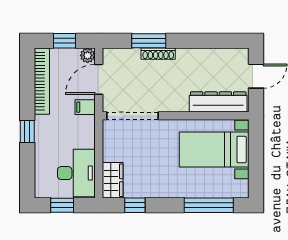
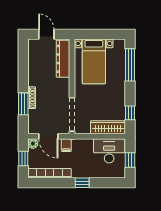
wardrobe: (113, 180) -> (108, 127), width x1.50

